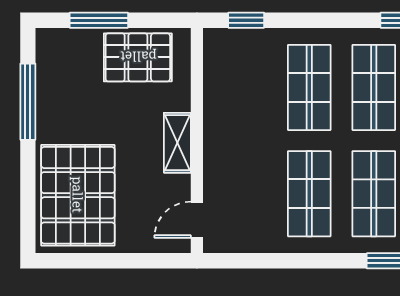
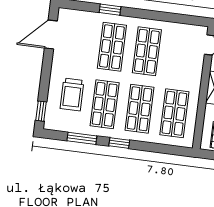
window: (246, 20) -> (119, 143), moved
shop shelf: (245, 87) -> (174, 113), added

